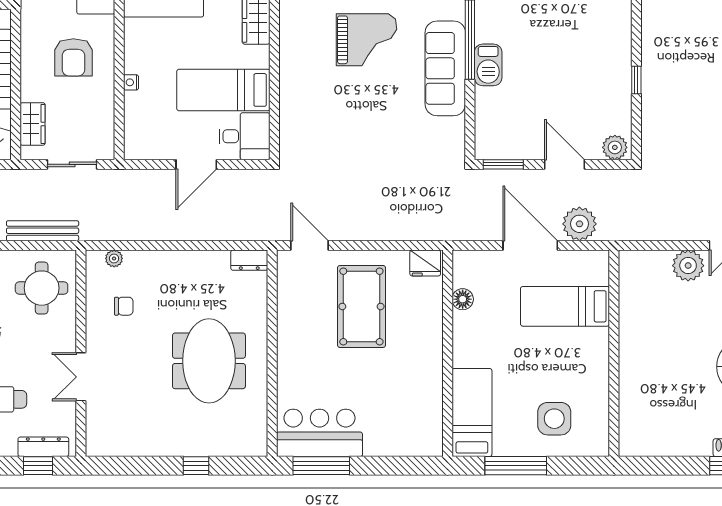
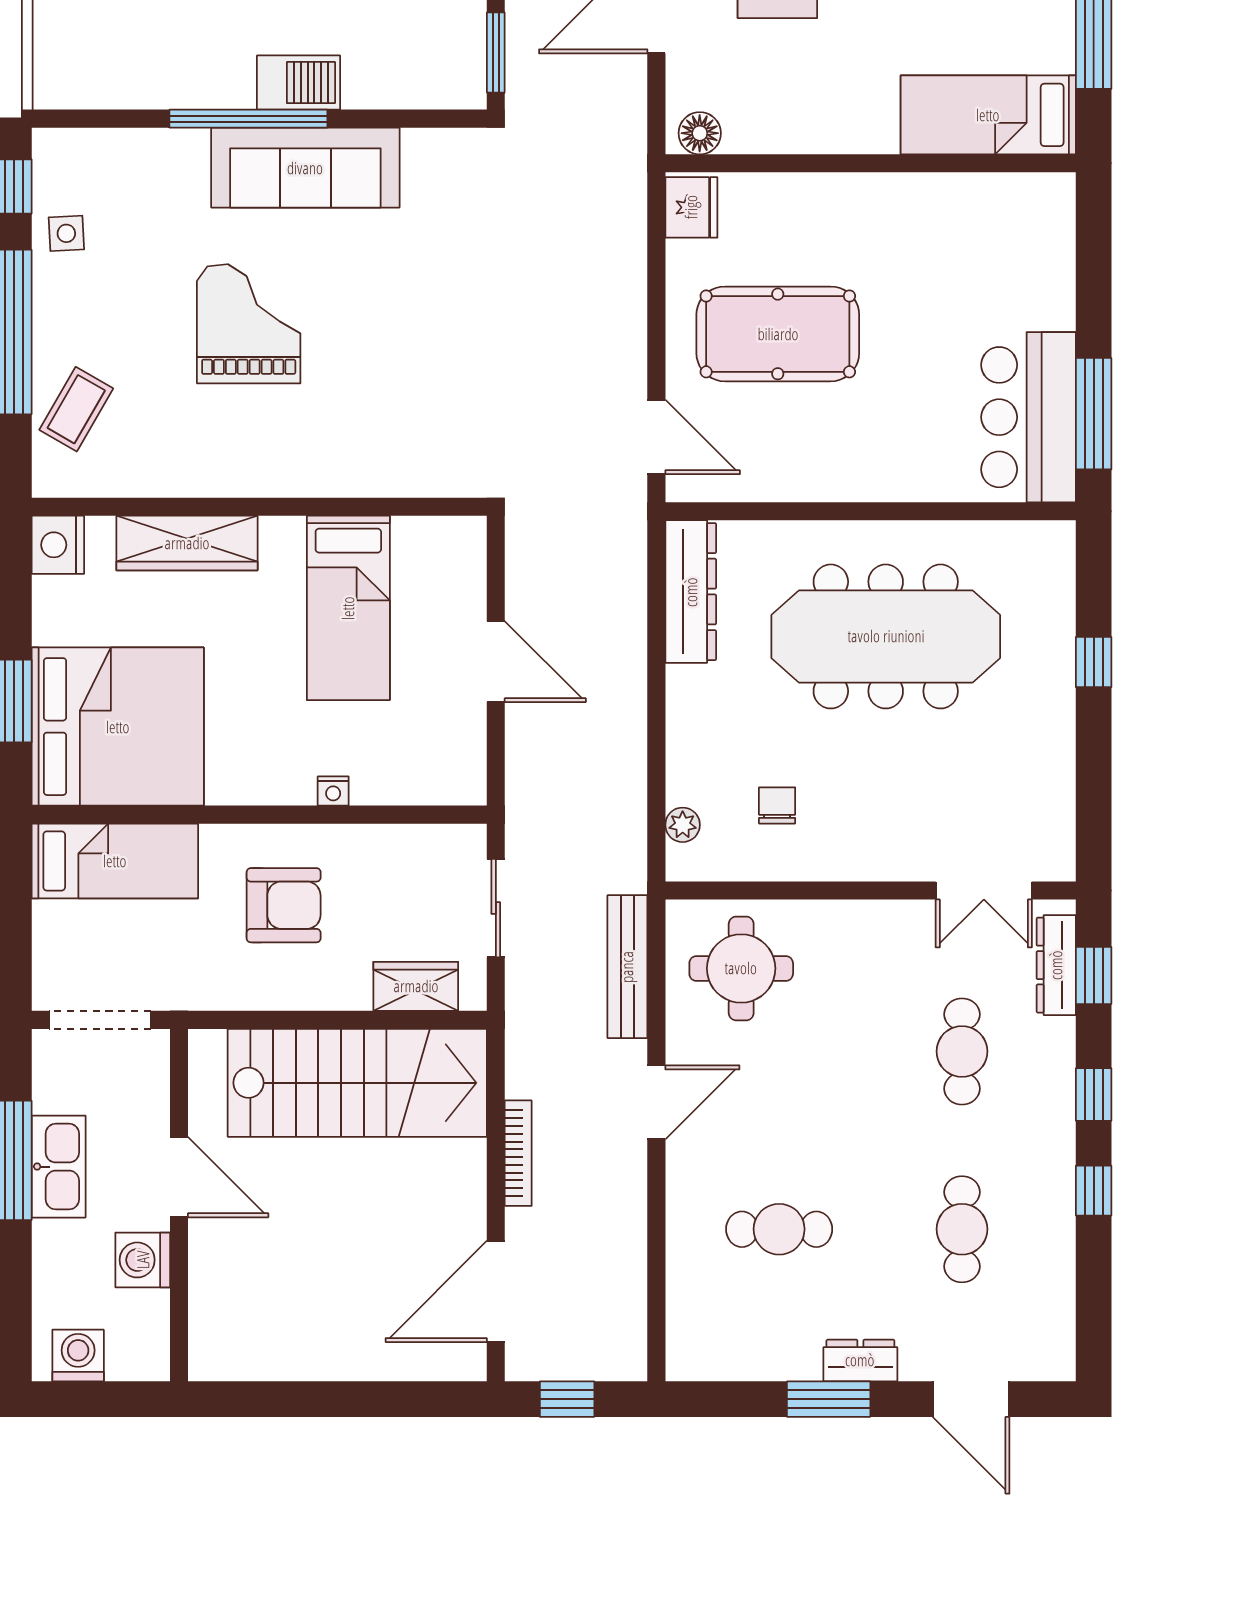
desk: (244, 136) -> (440, 566), removed
door: (310, 245) -> (656, 437), swing flipped
dresser: (249, 260) -> (691, 592), width x1.96, depth x1.24
floor lamp: (463, 299) -> (700, 133), moved
meeting table: (209, 361) -> (886, 636), width x1.36
double door: (81, 377) -> (984, 890), moved

